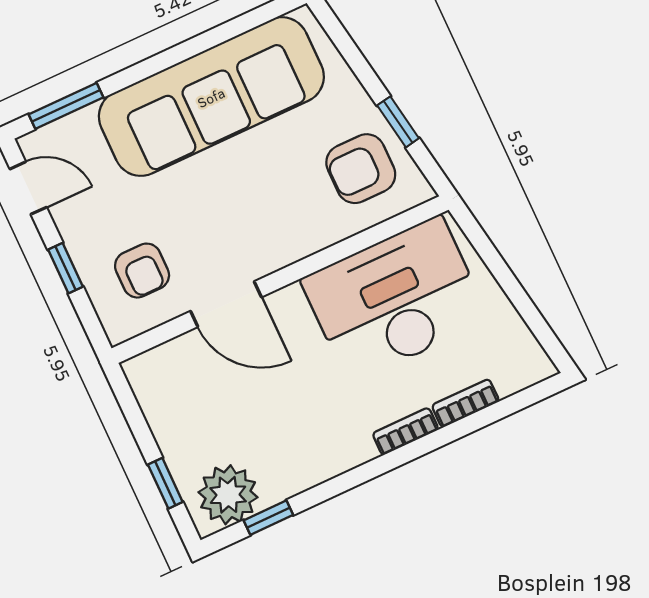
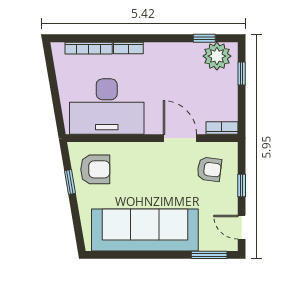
armchair: (142, 271) -> (209, 169), turned 97
bookcase: (154, 361) -> (222, 128), added
bookcase: (465, 403) -> (89, 48), width x1.56

